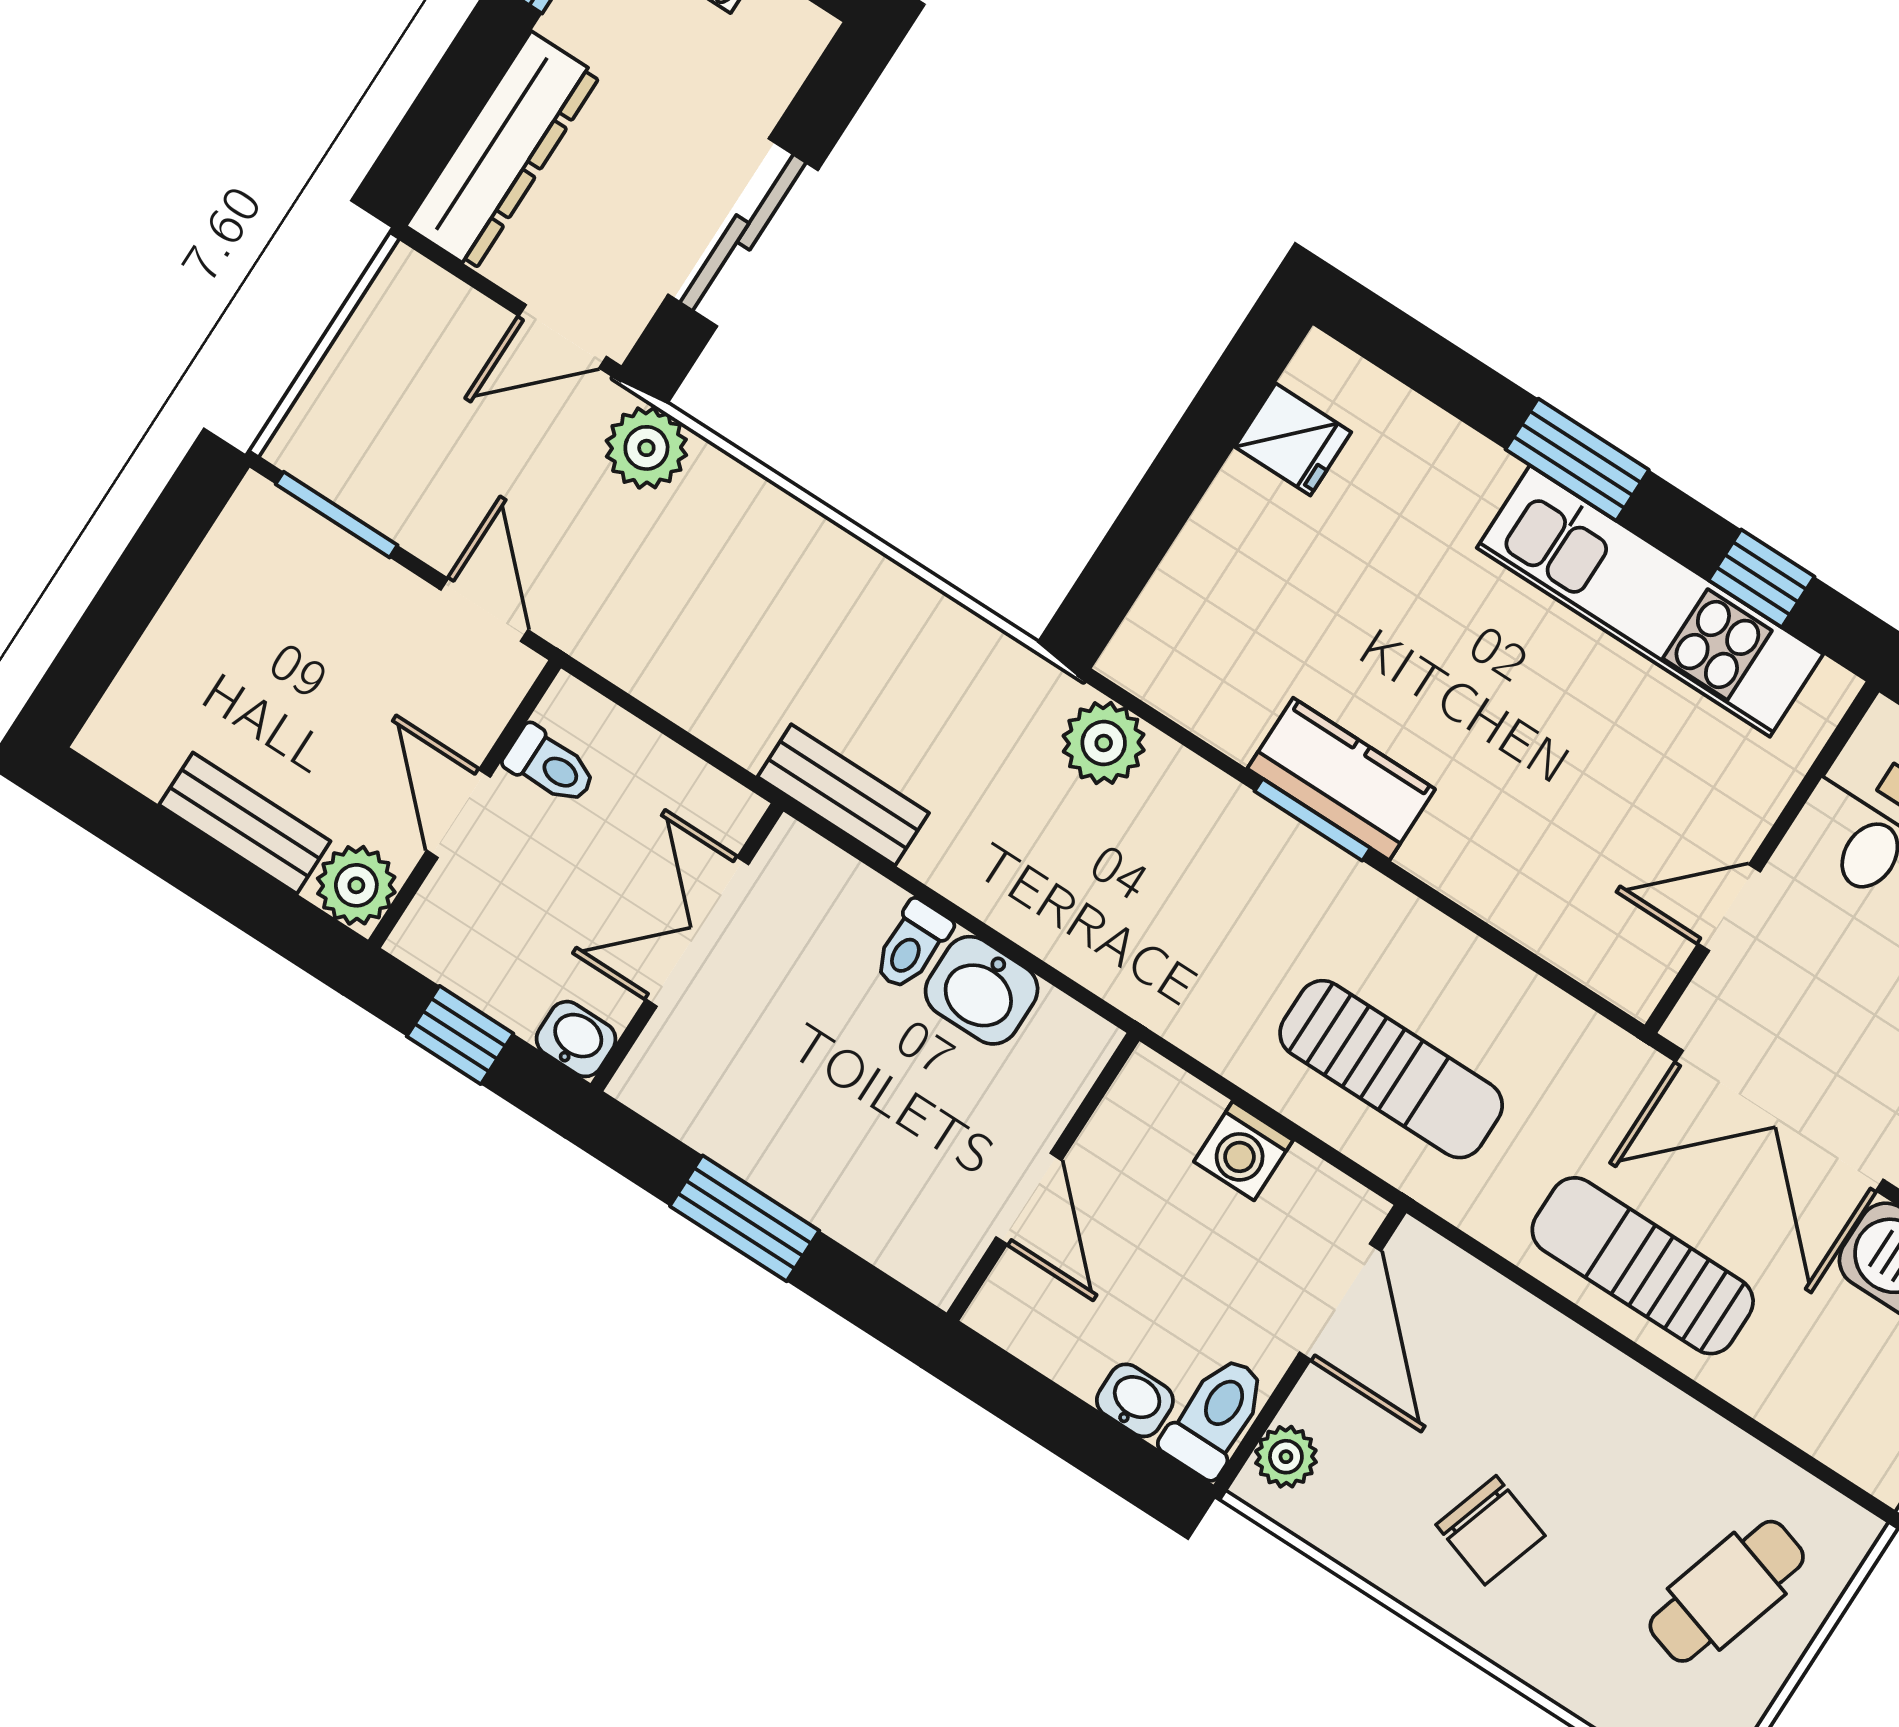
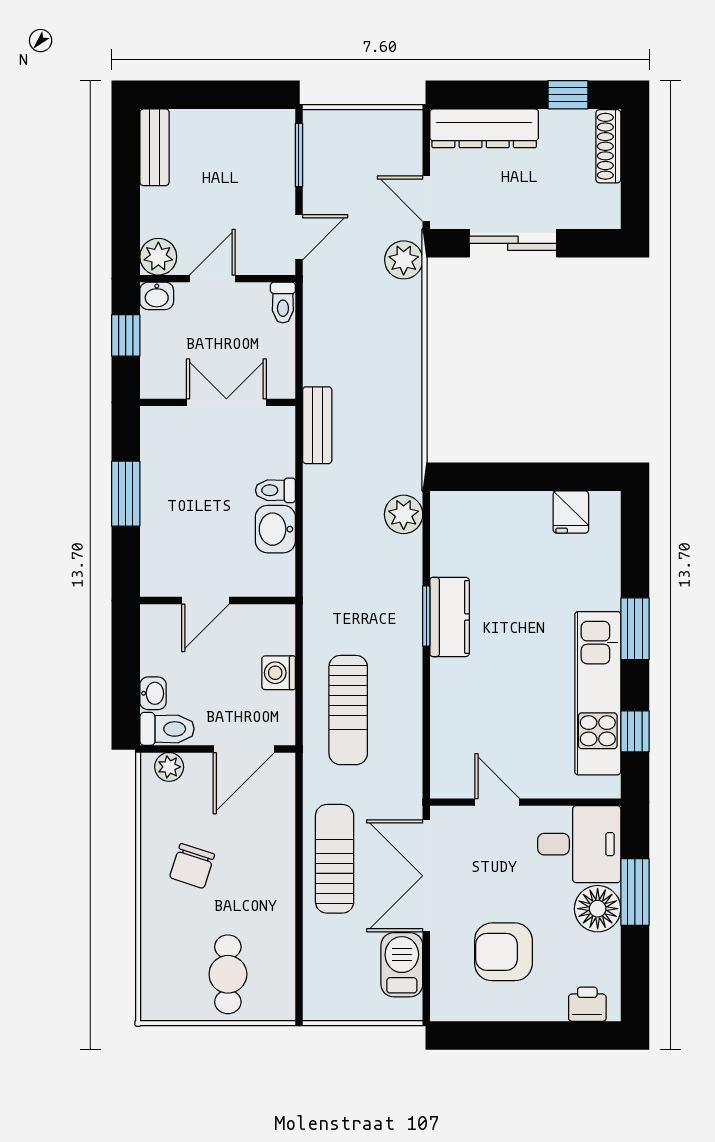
toilet: (550, 766) -> (283, 303), moved
bench: (245, 823) -> (154, 147), moved
washbasin: (576, 1039) -> (157, 296), moved, turned 90
cafe table: (1727, 1591) -> (228, 974), turned 73

